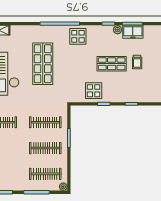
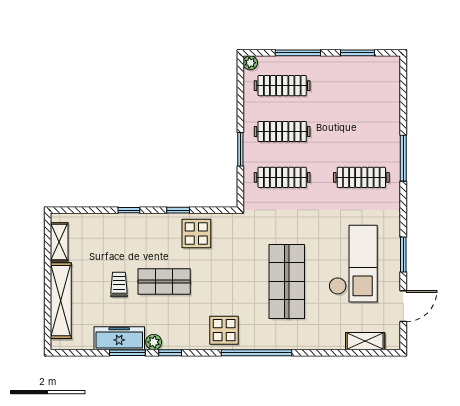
freezer: (133, 32) -> (119, 338), width x1.40

